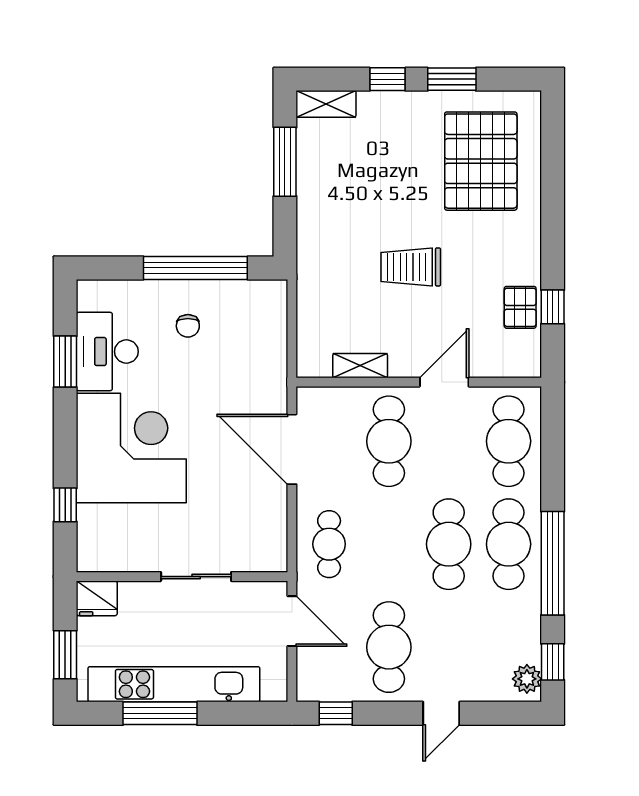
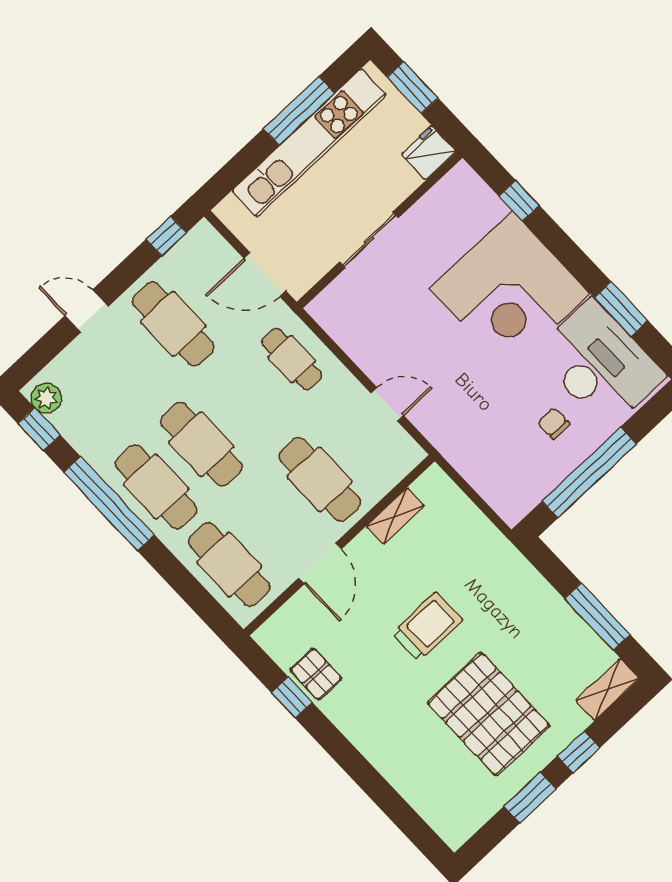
pallet: (481, 161) -> (488, 714), moved
desk: (107, 352) -> (600, 364), width x1.36, depth x1.30
door: (292, 449) -> (387, 404), width x0.53
door: (441, 713) -> (87, 311), hinge flipped

